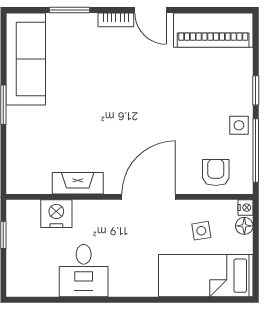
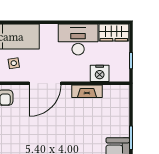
desk: (84, 271) -> (78, 40), width x1.37
wardrobe: (32, 282) -> (114, 33), added

